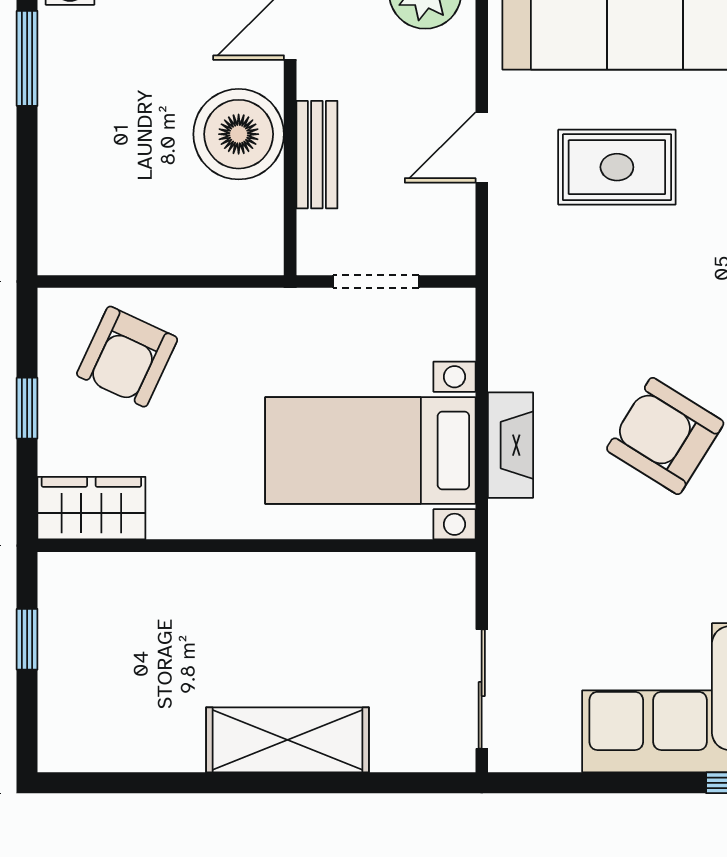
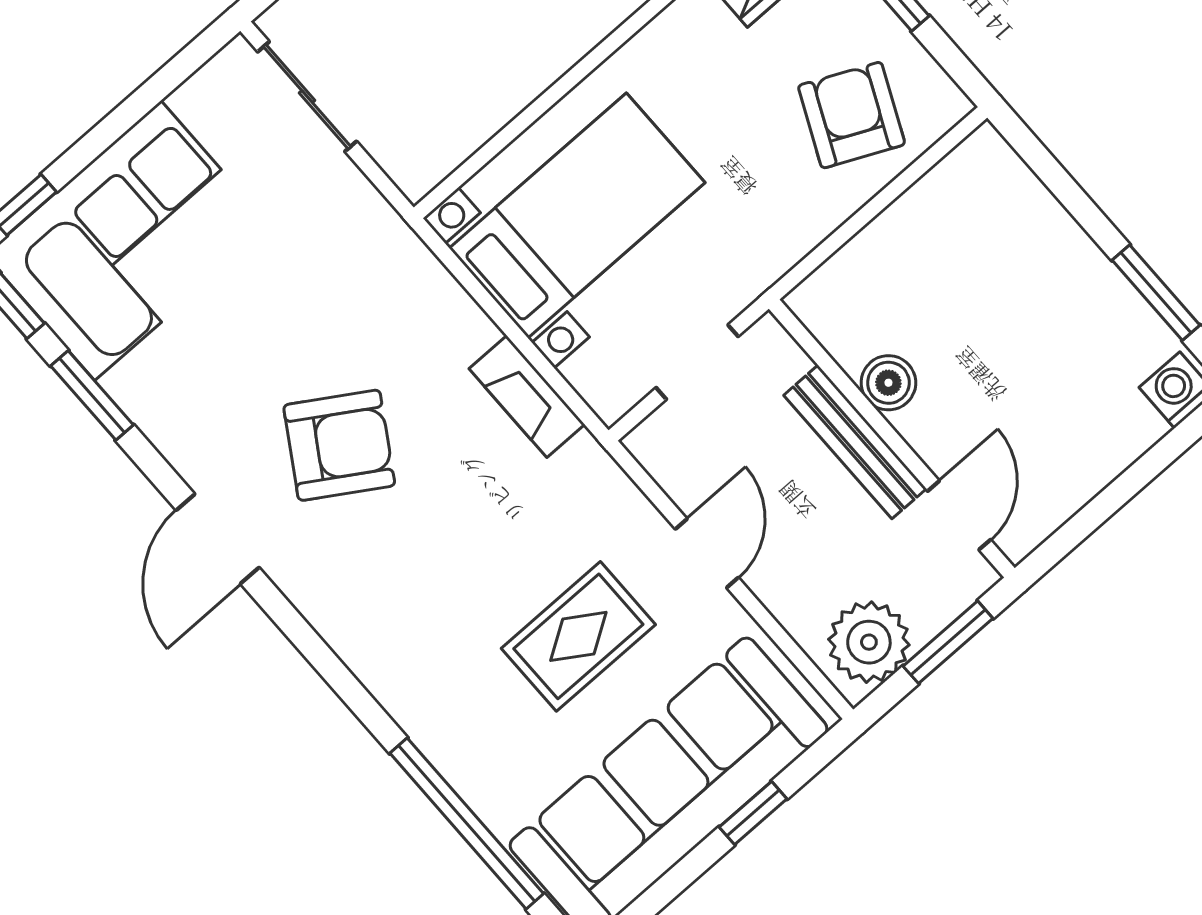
boiler: (239, 134) -> (888, 383), width x0.54, depth x0.54
bench: (317, 155) -> (855, 442), width x1.36
fireplace: (511, 445) -> (527, 397), moved

